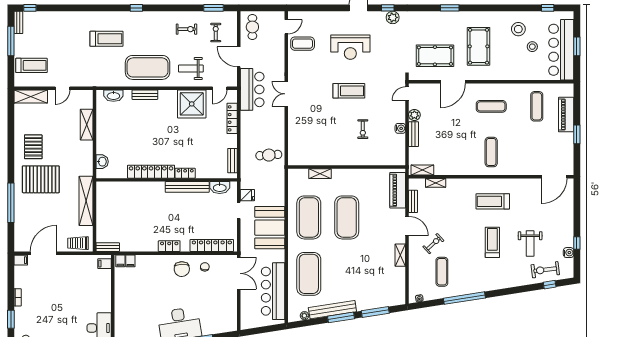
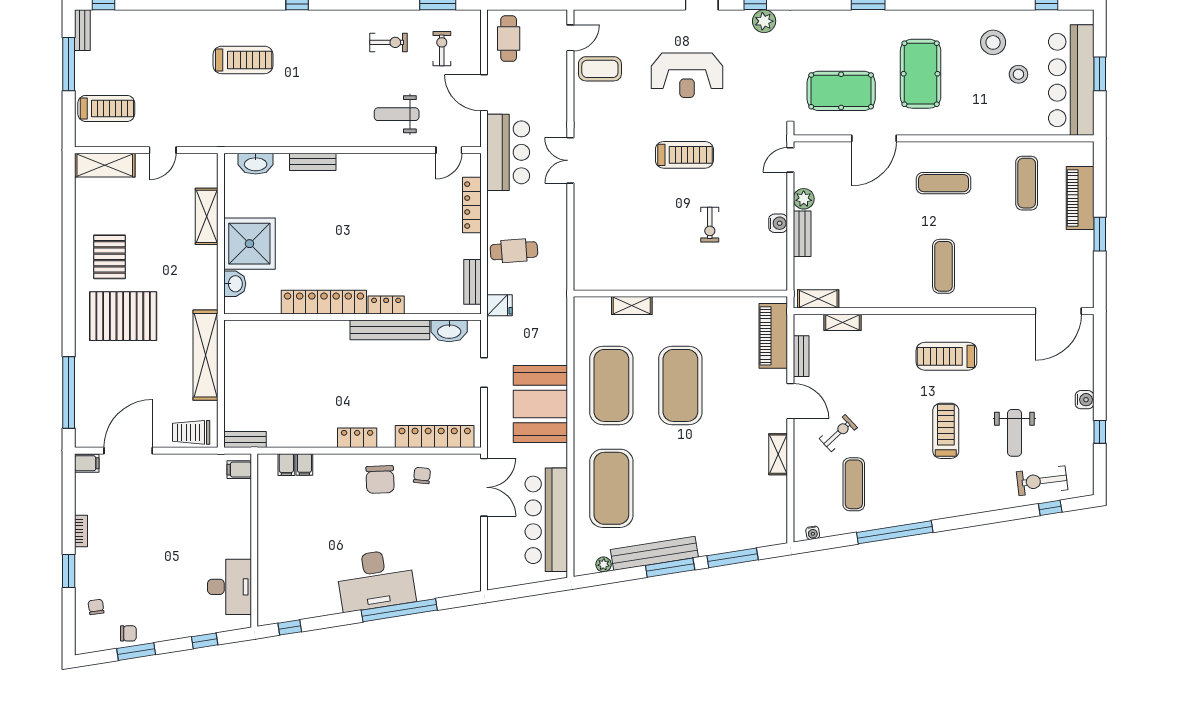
exercise mat: (148, 67) -> (318, 112), removed
shower: (192, 104) -> (249, 244), moved
cafe table: (269, 155) -> (514, 251), moved
fridge: (247, 195) -> (500, 305), moved
window: (11, 203) -> (69, 393), moved
water cooler: (569, 253) -> (1085, 400), moved
filing cabinet: (120, 261) -> (304, 464), moved

